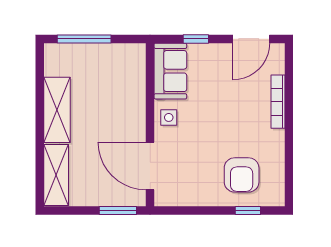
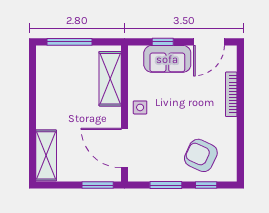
sofa: (170, 71) -> (167, 59), moved, turned 90
shelving: (57, 110) -> (110, 79), moved
armchair: (242, 175) -> (201, 155), turned 115
window: (200, 210) -> (166, 185), added

